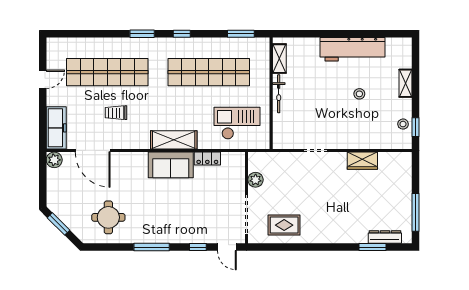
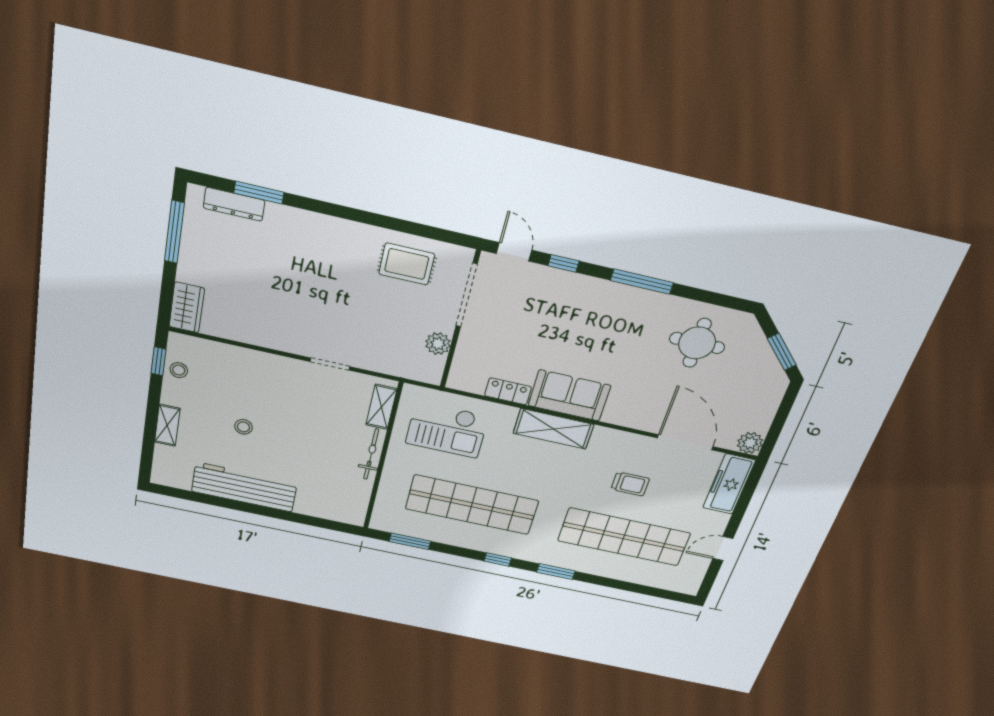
shelving: (279, 59) -> (381, 407), moved
wardrobe: (362, 161) -> (187, 307), moved, turned 90

